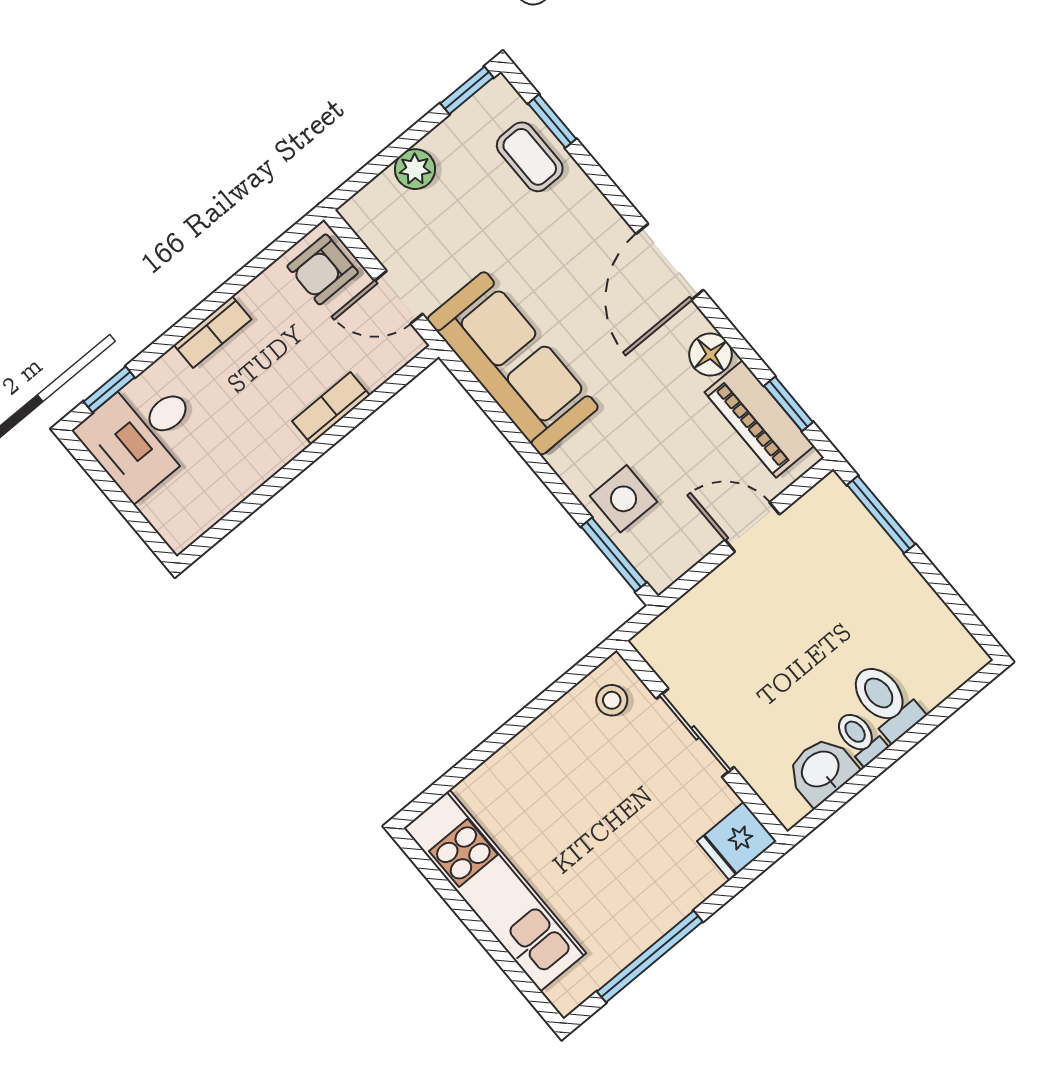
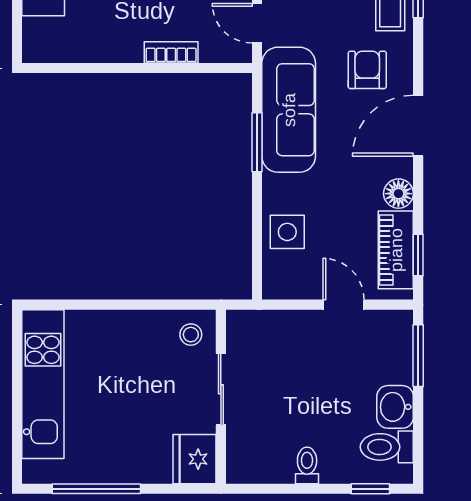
armchair: (563, 247) -> (367, 70), added
window: (614, 555) -> (257, 142), moved
toilet: (885, 701) -> (387, 447), moved, turned -90
window: (951, 705) -> (370, 489), added
washbasin: (821, 770) -> (395, 407), moved, turned -90
fridge: (737, 841) -> (195, 459), width x1.38

